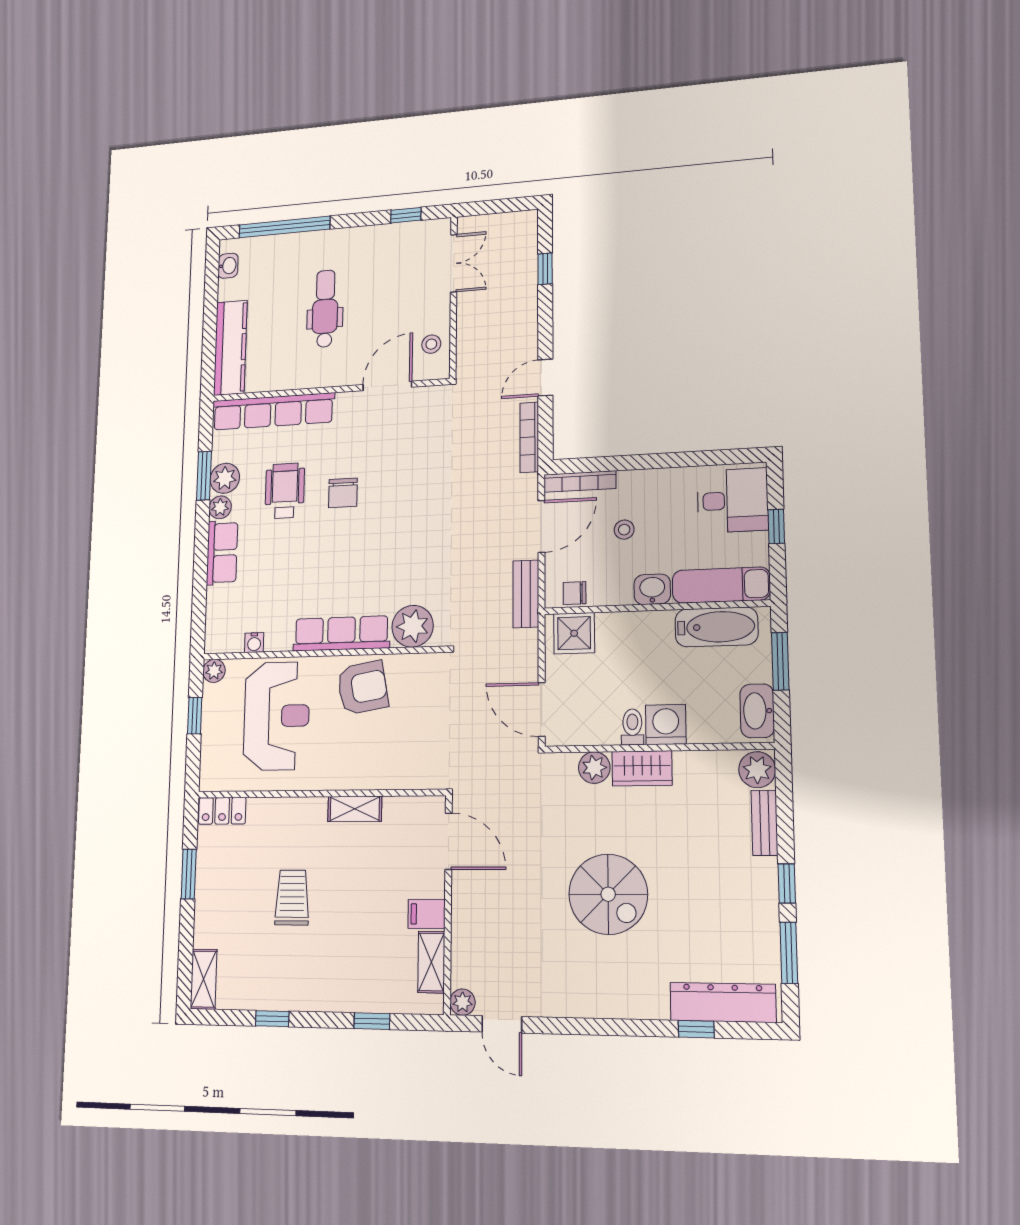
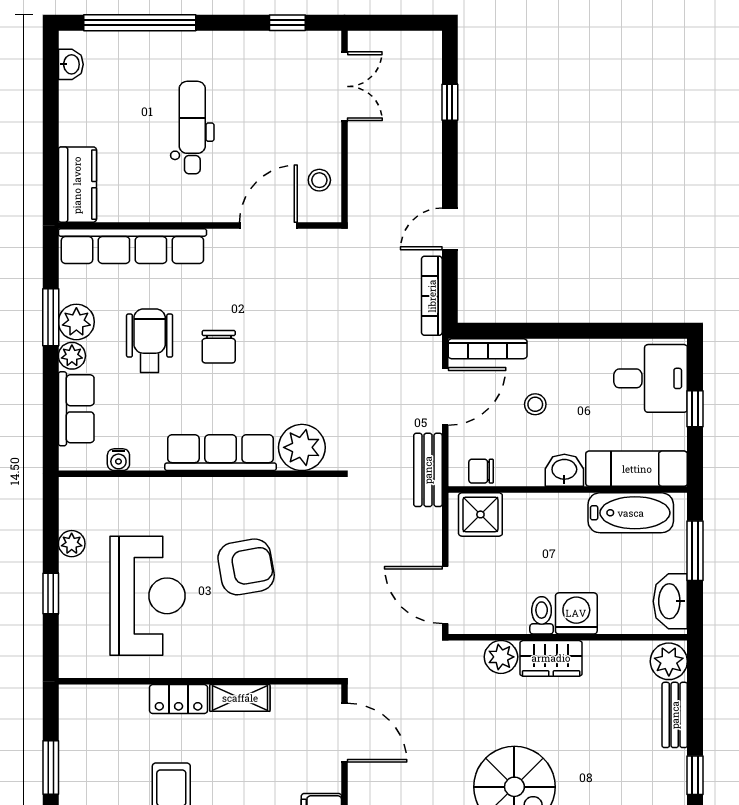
kitchen counter: (230, 348) -> (77, 185), width x0.67
plant: (413, 626) -> (302, 447), moved
row of seats: (341, 633) -> (221, 453), moved
water cooler: (254, 643) -> (118, 460), moved
wall: (323, 653) -> (200, 474), moved
locker: (222, 811) -> (179, 699), moved

